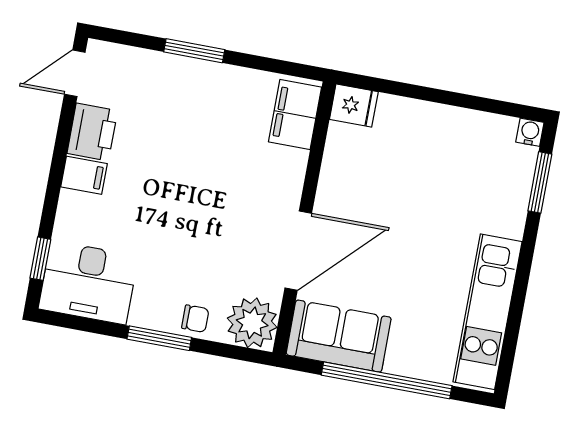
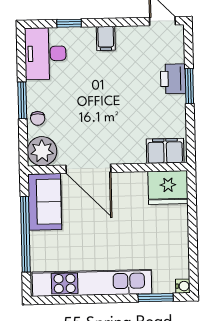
fridge: (354, 106) -> (168, 188), width x1.88, depth x1.34
printer: (92, 132) -> (173, 79), moved, turned 90
window: (40, 259) -> (69, 23), moved
kitchen unit: (487, 312) -> (92, 283), width x1.36

